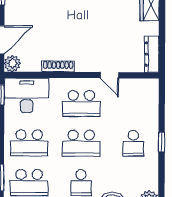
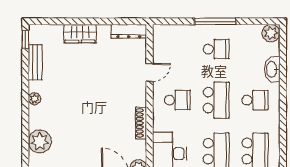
school desk: (81, 104) -> (177, 100), width x0.54
window: (162, 142) -> (215, 21), width x2.17

